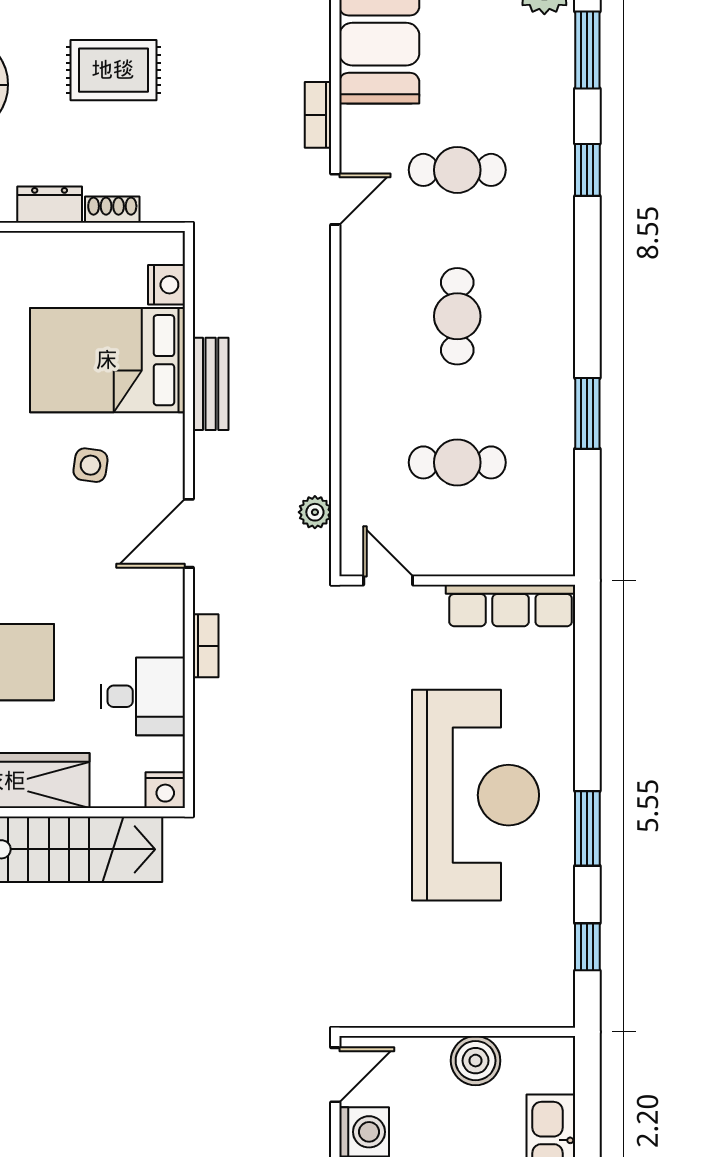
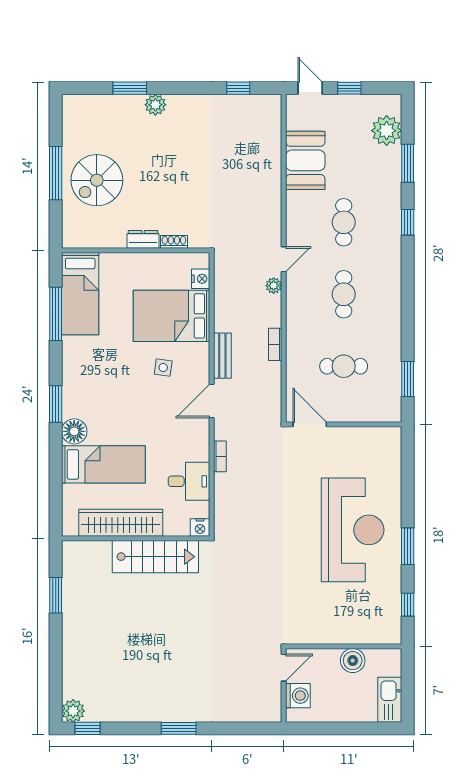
rug: (113, 70) -> (175, 173), removed
bookcase: (318, 115) -> (275, 344), moved
cafe table: (457, 170) -> (344, 222), turned 90
door: (335, 199) -> (284, 259), moved
bench: (211, 384) -> (222, 356), moved
window: (587, 413) -> (408, 379), moved
plant: (315, 512) -> (274, 286), moved
door: (388, 581) -> (310, 424), width x1.38
row of seats: (511, 605) -> (370, 437), removed

